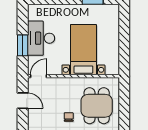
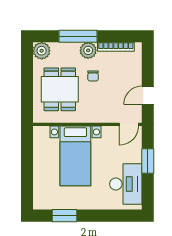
desk: (41, 38) -> (126, 184), moved
door: (23, 101) -> (148, 95), hinge flipped

